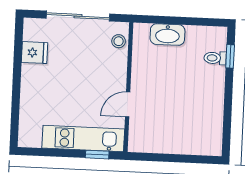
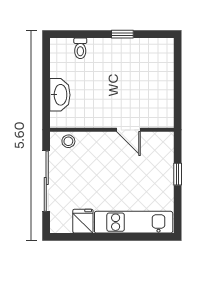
window: (230, 56) -> (122, 34), moved
kitchen unit: (83, 139) -> (134, 222), moved, turned 90
window: (97, 155) -> (178, 174), moved

